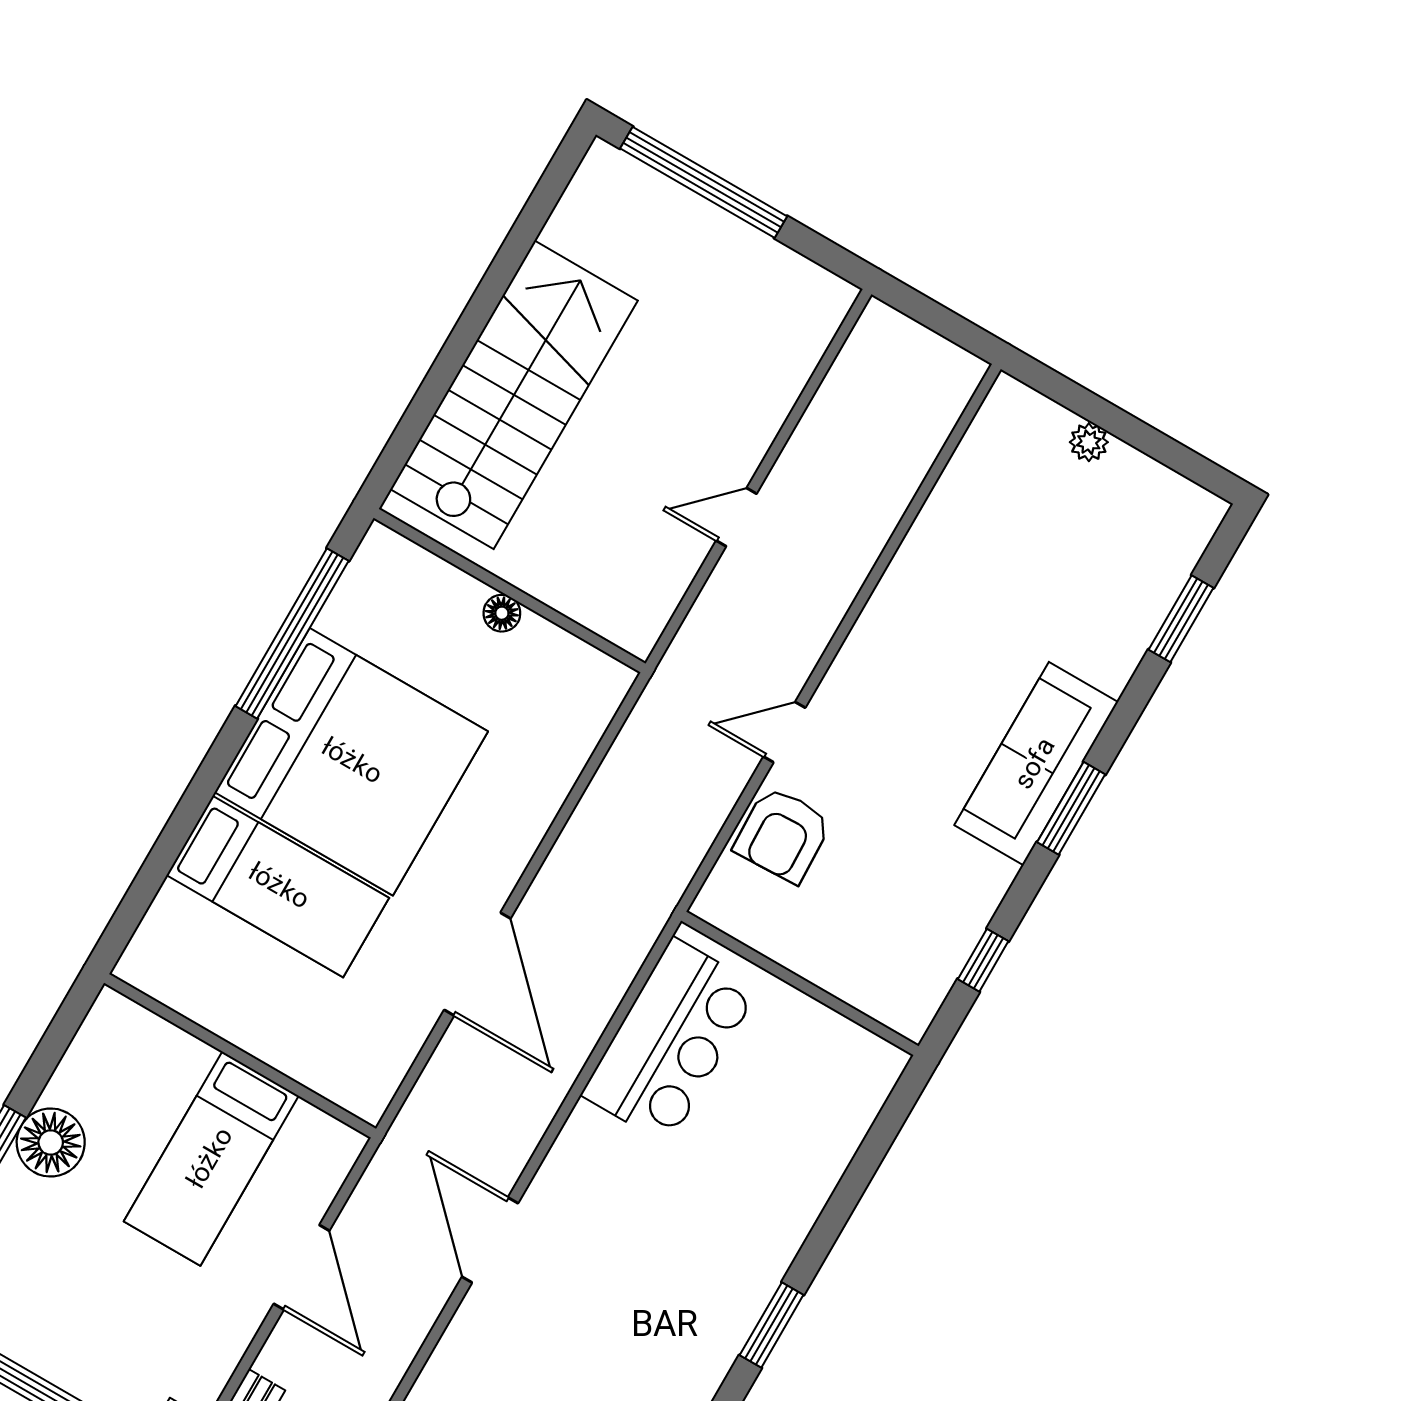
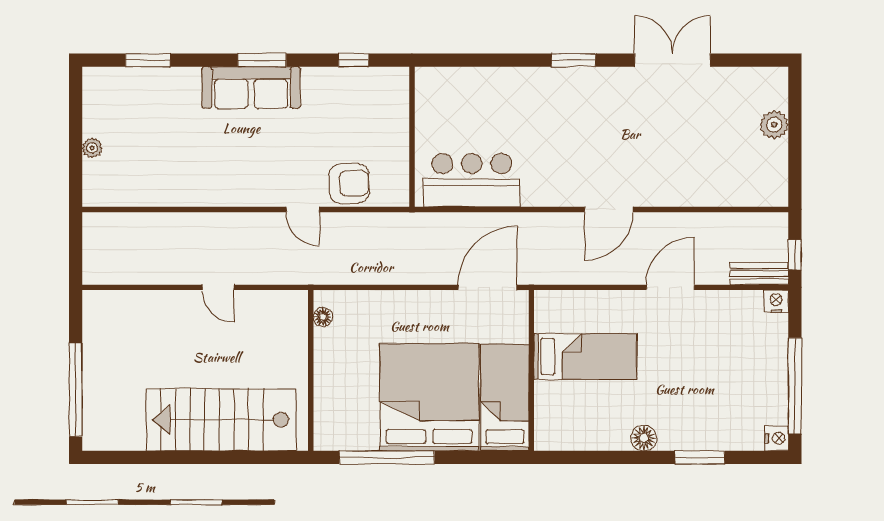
floor lamp: (502, 613) -> (323, 317), moved
wall: (240, 1056) -> (531, 370), moved
floor lamp: (51, 1143) -> (644, 438), moved, width x0.73, depth x0.73
bed: (211, 1159) -> (585, 357), moved

